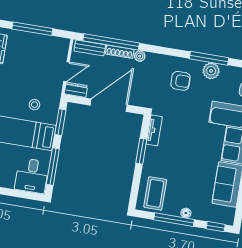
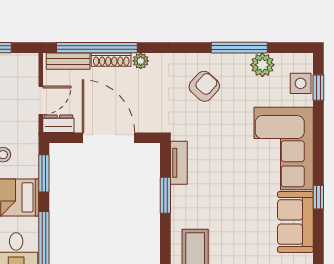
plant: (211, 71) -> (262, 65), moved
armchair: (181, 81) -> (204, 86), turned -48
door: (109, 105) -> (108, 138), hinge flipped

